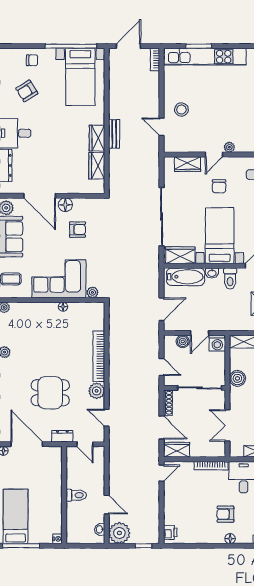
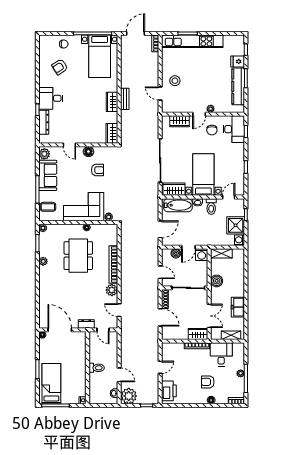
wardrobe: (97, 166) -> (112, 133), moved
chair: (219, 186) -> (212, 130), moved
door: (40, 196) -> (69, 145), width x0.53
dining table: (50, 393) -> (78, 256), moved, width x1.37
double door: (227, 425) -> (209, 316), swing flipped
wardrobe: (177, 450) -> (198, 334), moved
door: (162, 473) -> (160, 367), moved
printer: (170, 533) -> (169, 391), width x1.87, depth x1.48

